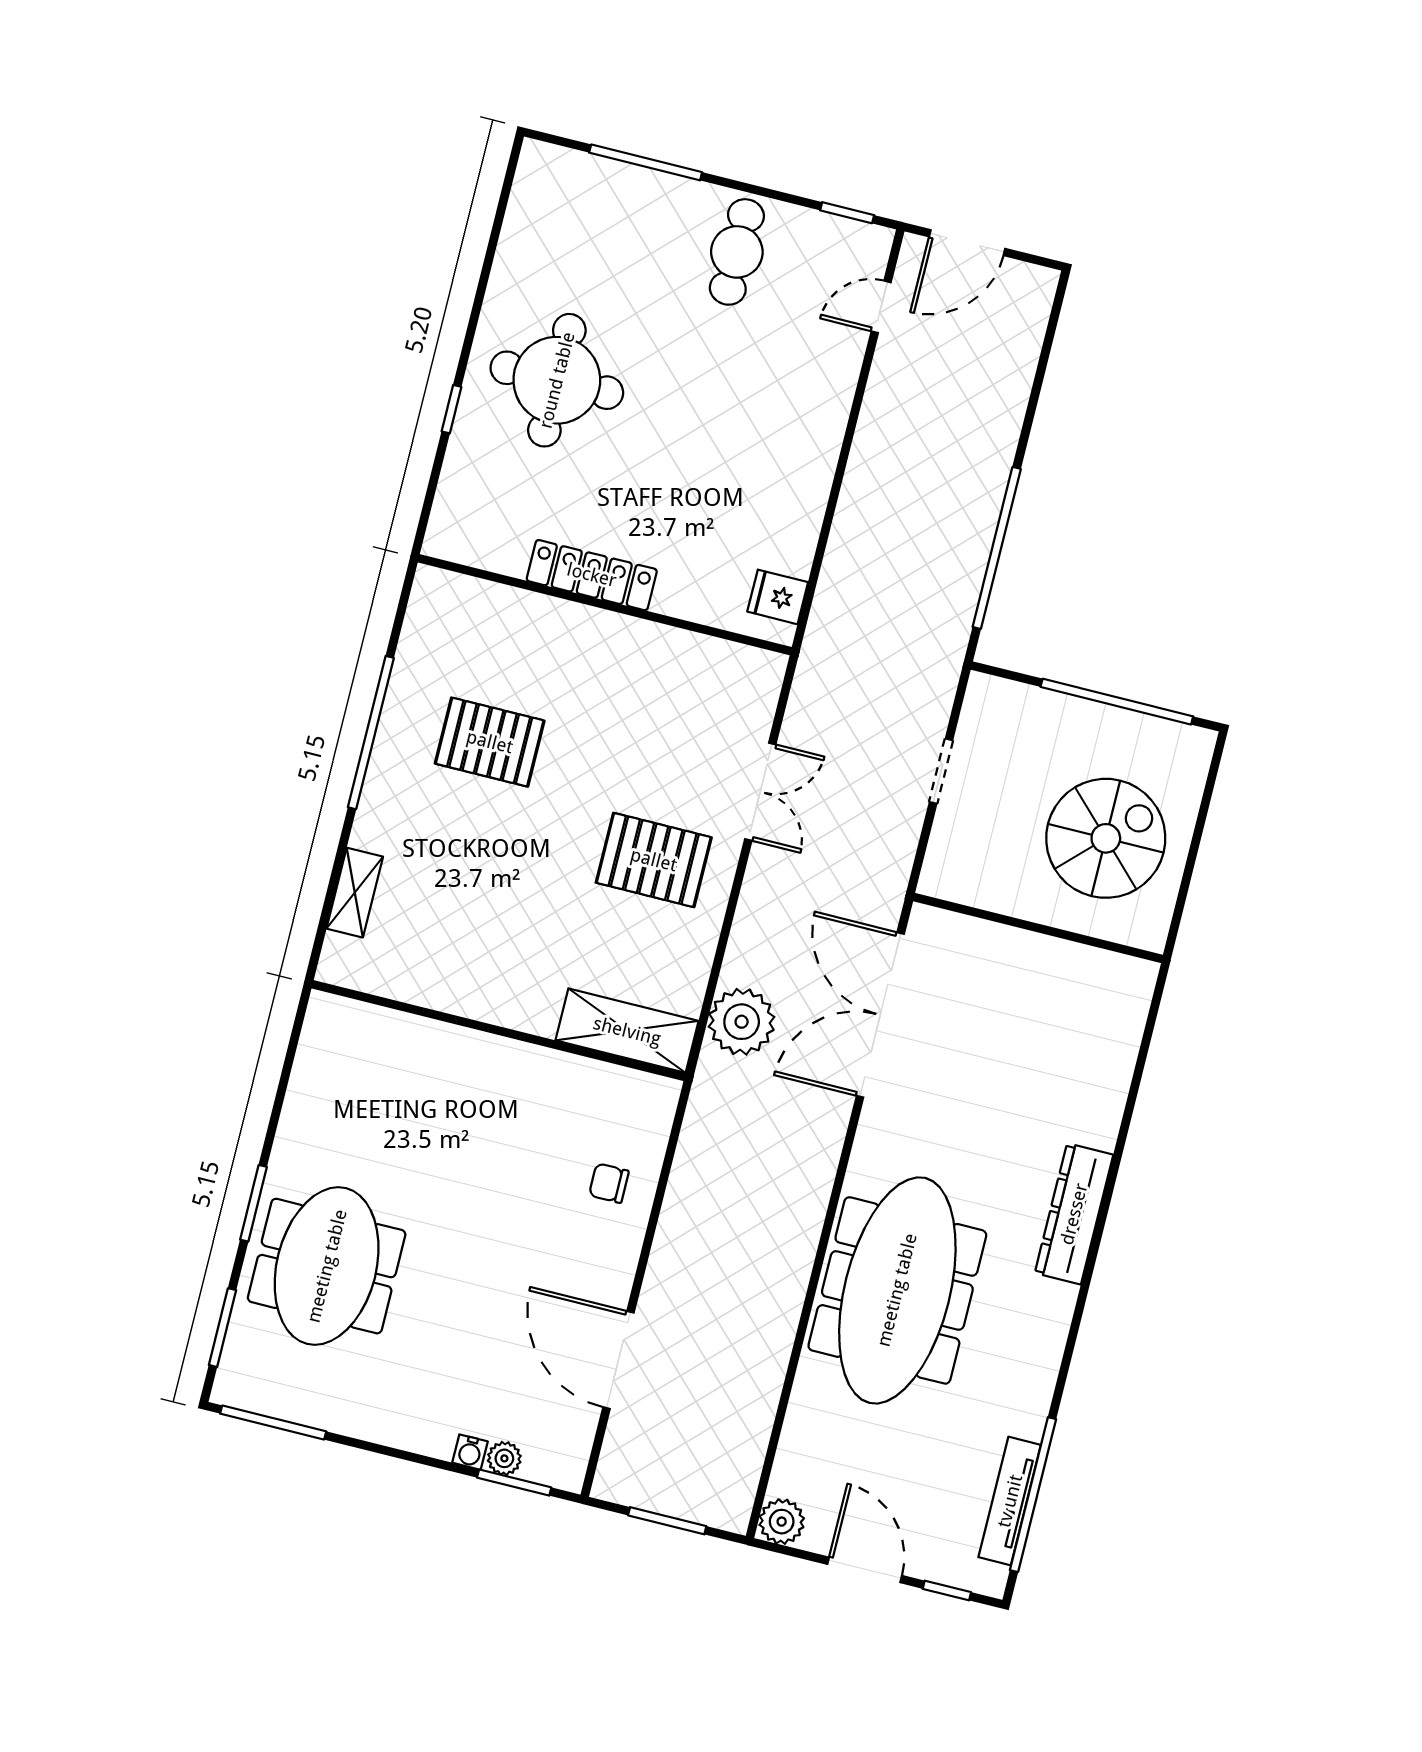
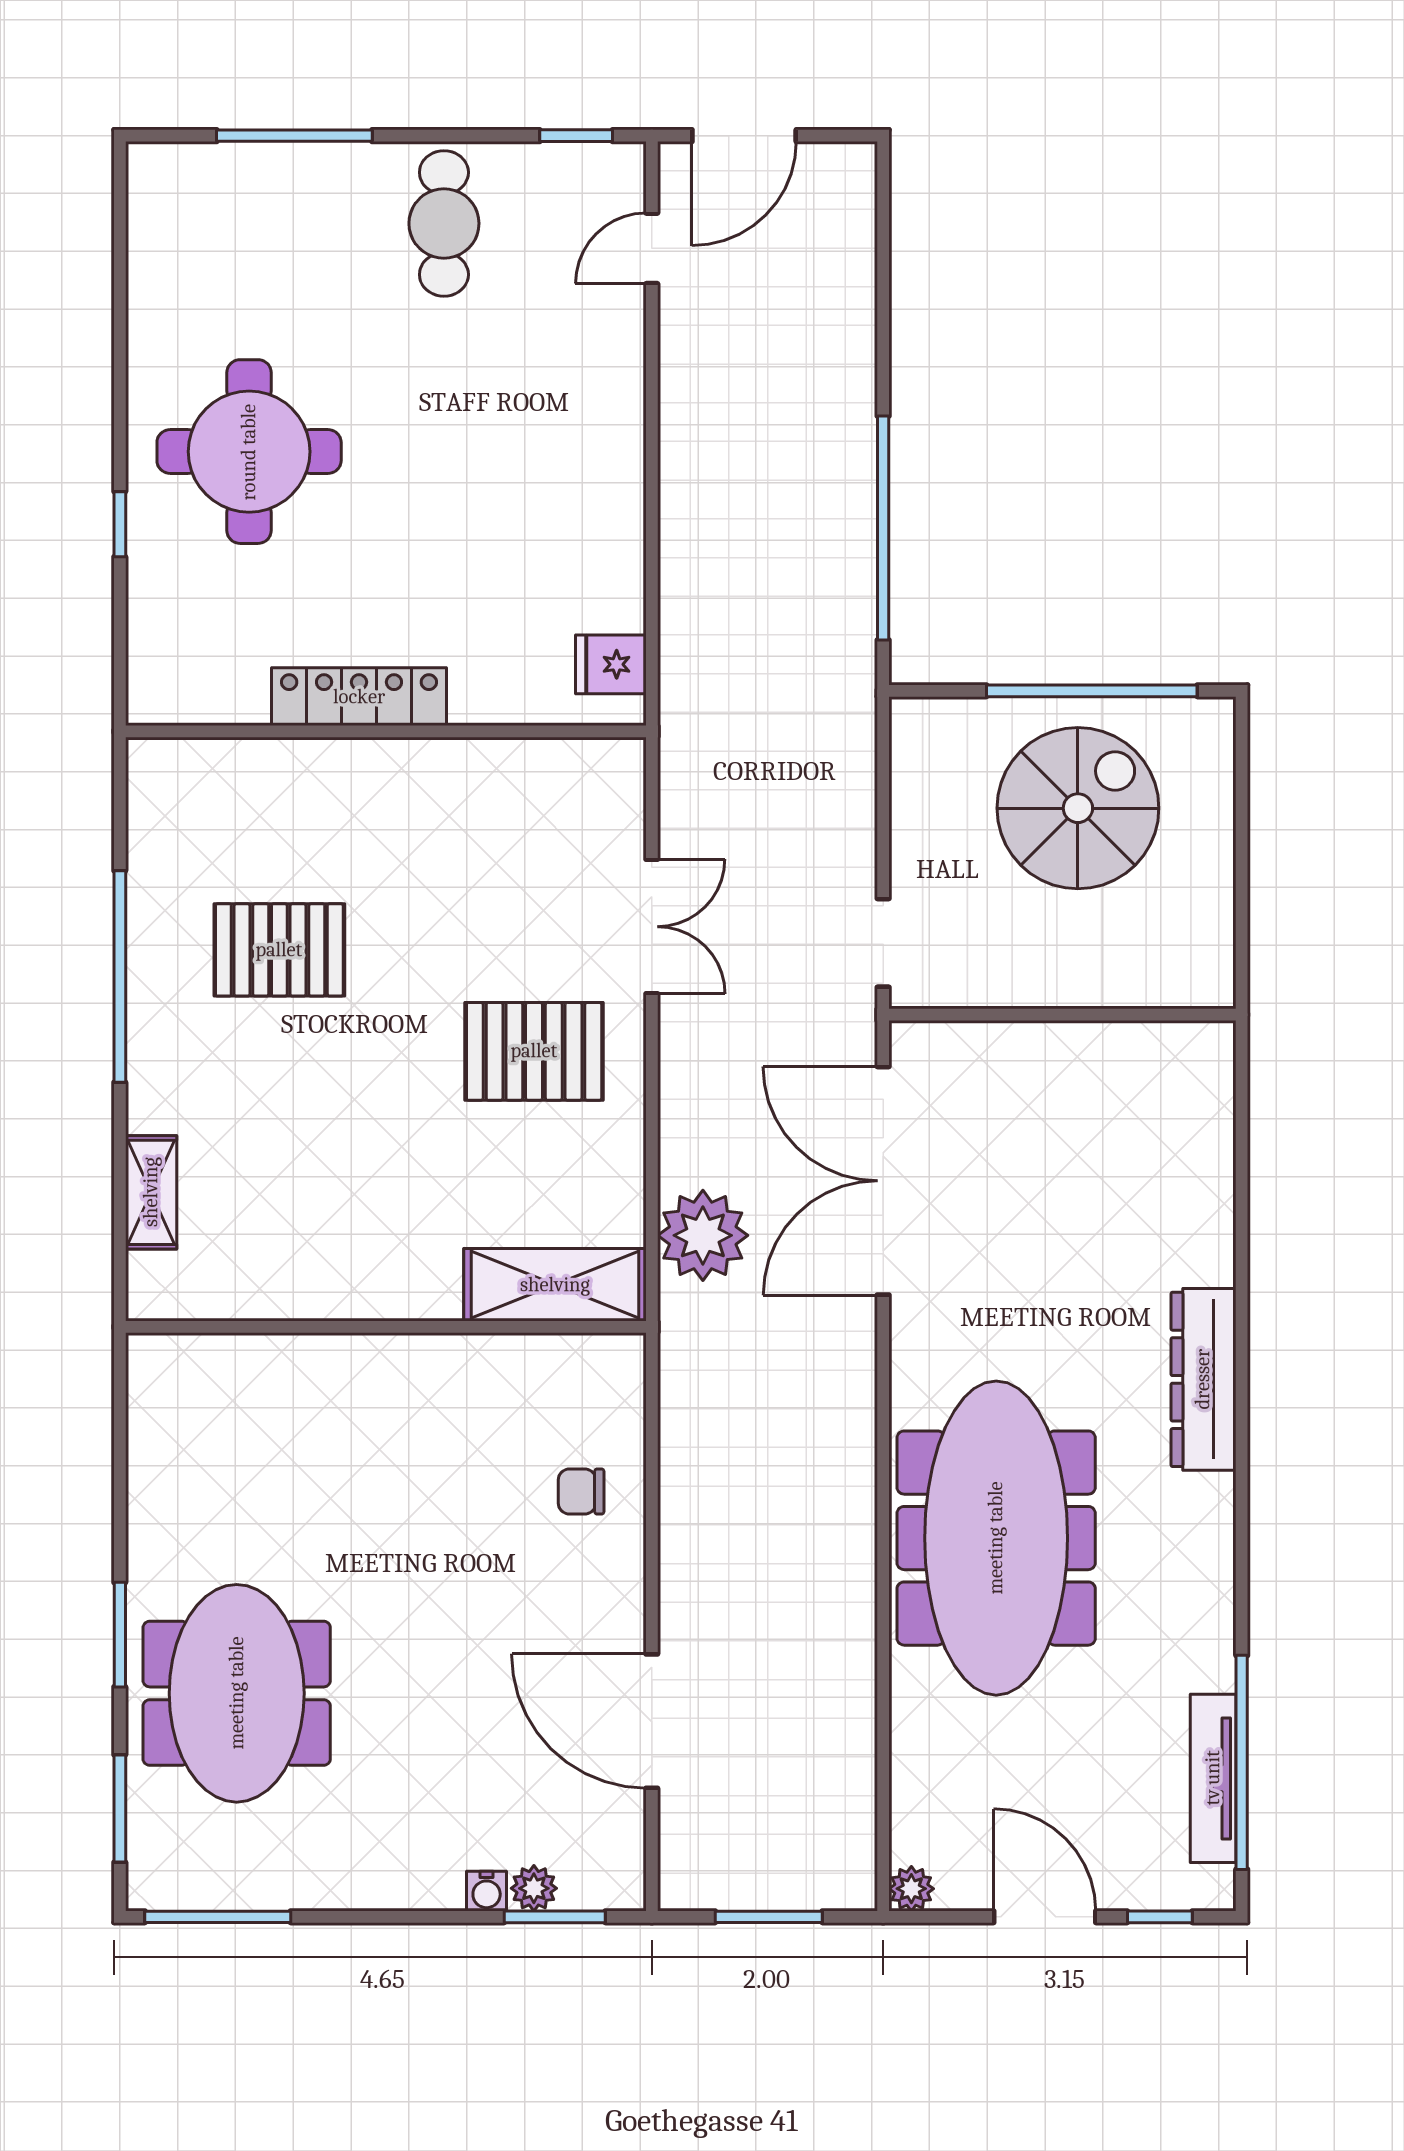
doorway: (941, 771) -> (883, 943), moved
spiral stairs: (1106, 838) -> (1078, 808), moved
plant: (782, 1522) -> (911, 1889), width x0.73, depth x0.73

